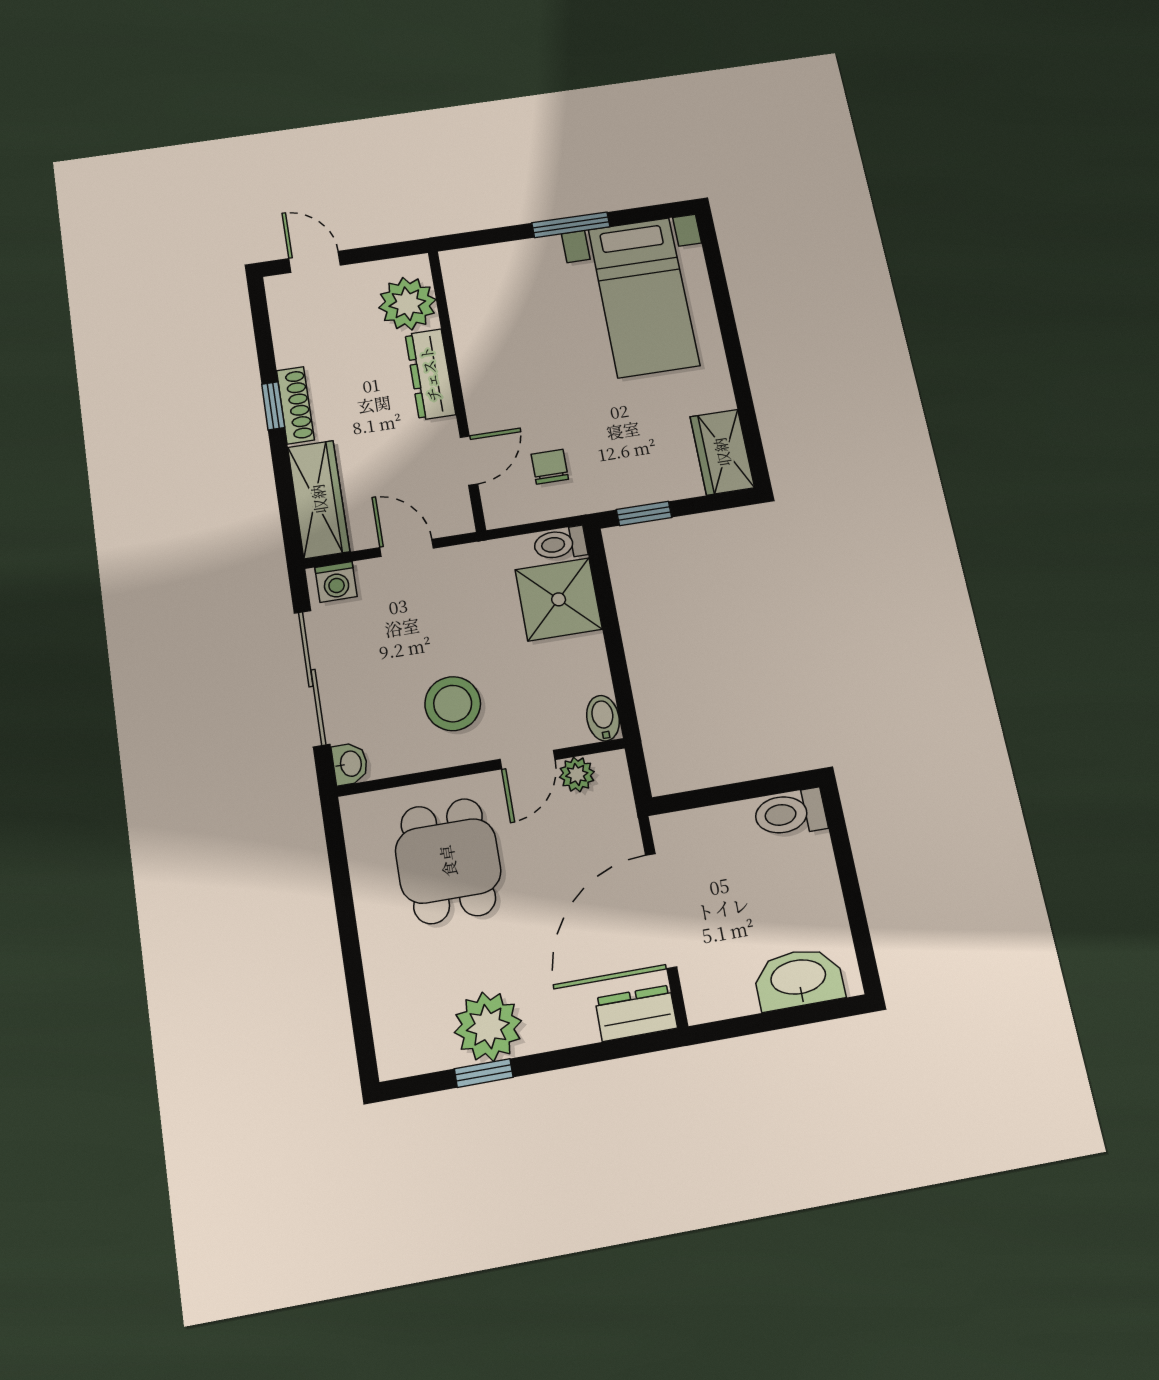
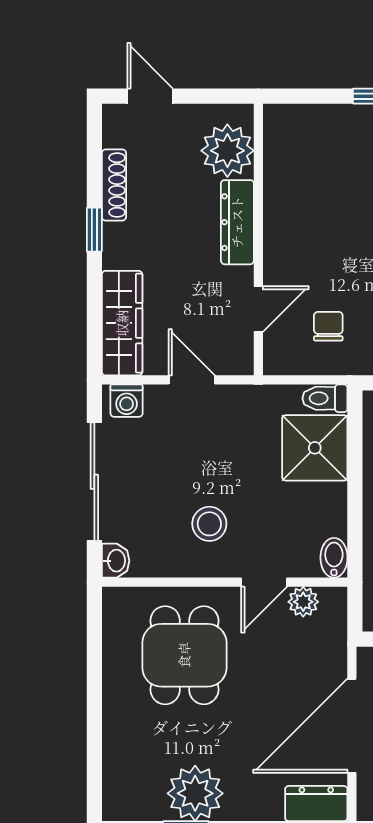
shoe rack: (295, 405) -> (114, 185), moved
stool: (453, 704) -> (209, 524), width x0.73, depth x0.73

